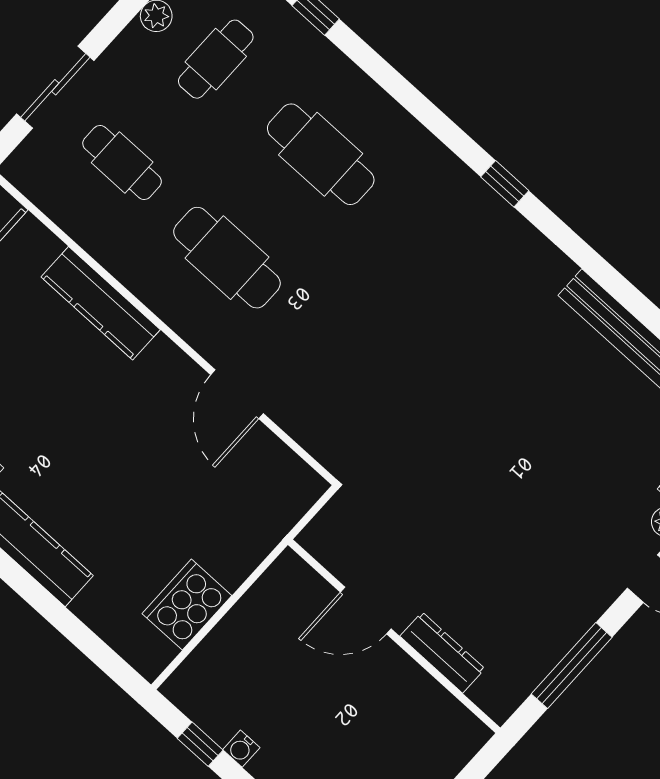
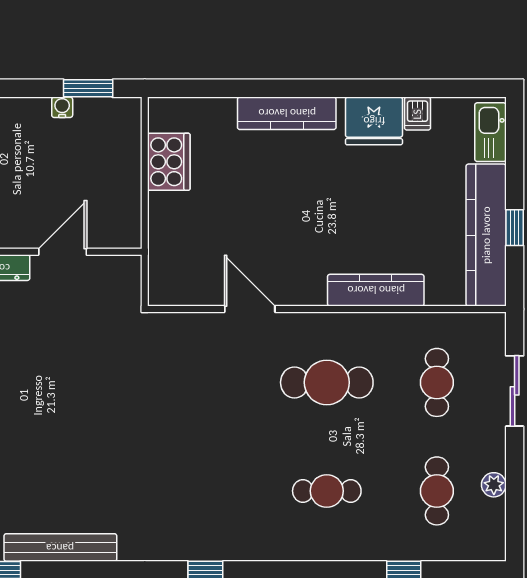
cafe table: (321, 154) -> (327, 491), width x0.73, depth x0.74
cafe table: (122, 162) -> (437, 382), turned 90
window: (200, 744) -> (88, 88), width x1.50

